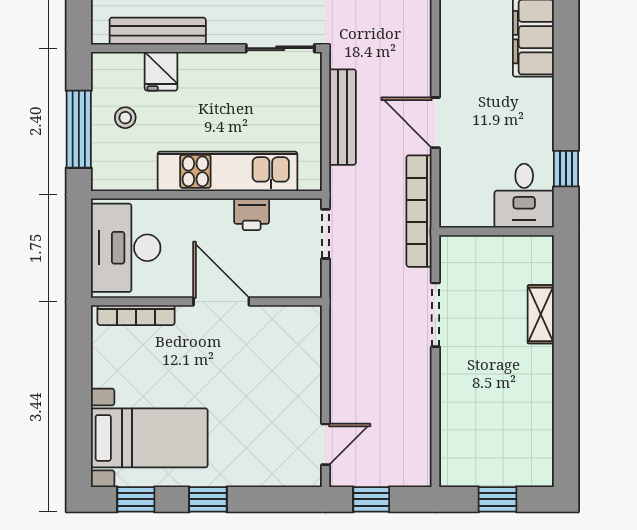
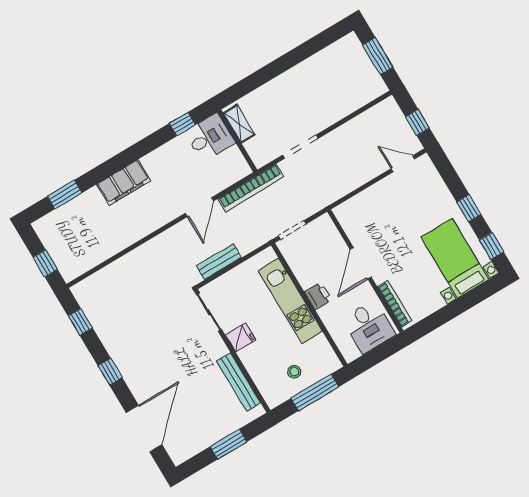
fridge: (161, 71) -> (241, 337), moved
bench: (343, 117) -> (219, 262), width x0.73
printer: (252, 214) -> (318, 296), moved
desk: (126, 248) -> (369, 327), width x0.73
shelving: (541, 314) -> (239, 124), moved, turned 90
window: (498, 499) -> (378, 56), width x1.50

